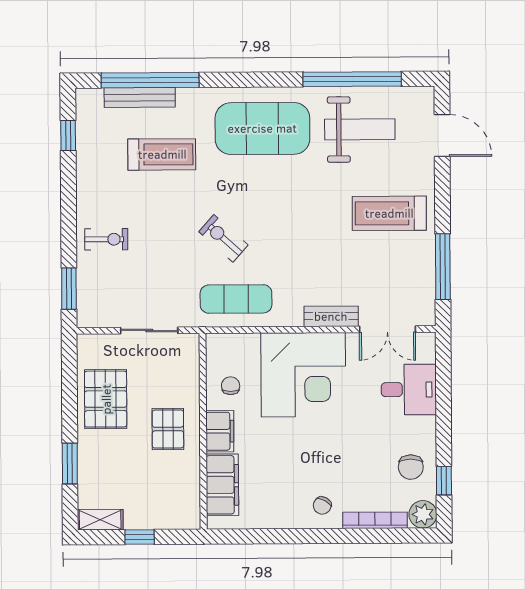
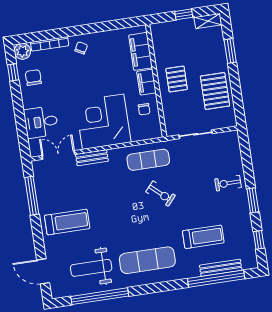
exercise mat: (262, 128) -> (147, 260), width x0.68
treadmill: (162, 154) -> (203, 237), turned 180
window: (69, 289) -> (253, 200), moved

